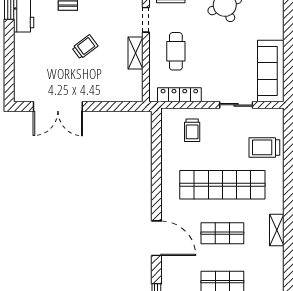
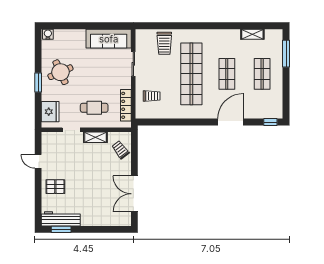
trolley: (85, 47) -> (120, 150), moved
double door: (58, 106) -> (134, 194), swing flipped
shelving: (277, 230) -> (252, 34), moved

